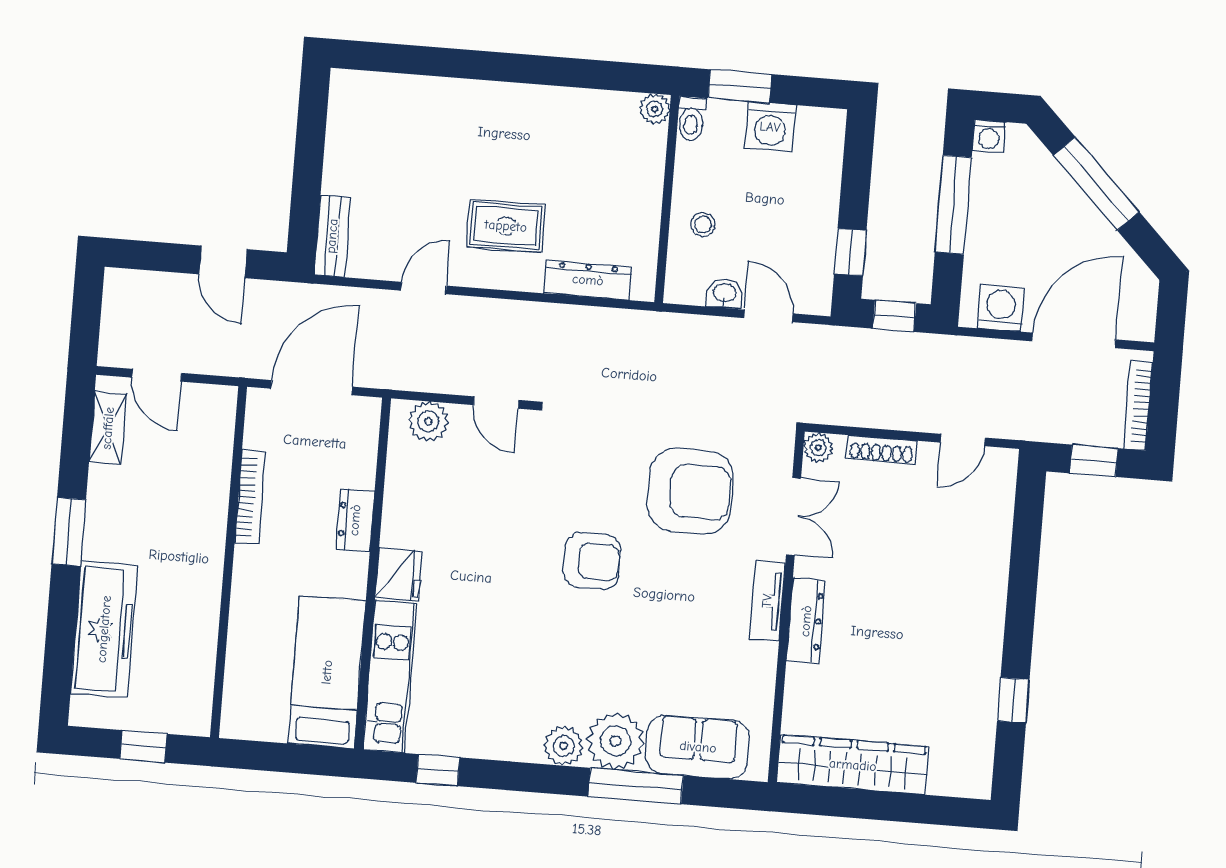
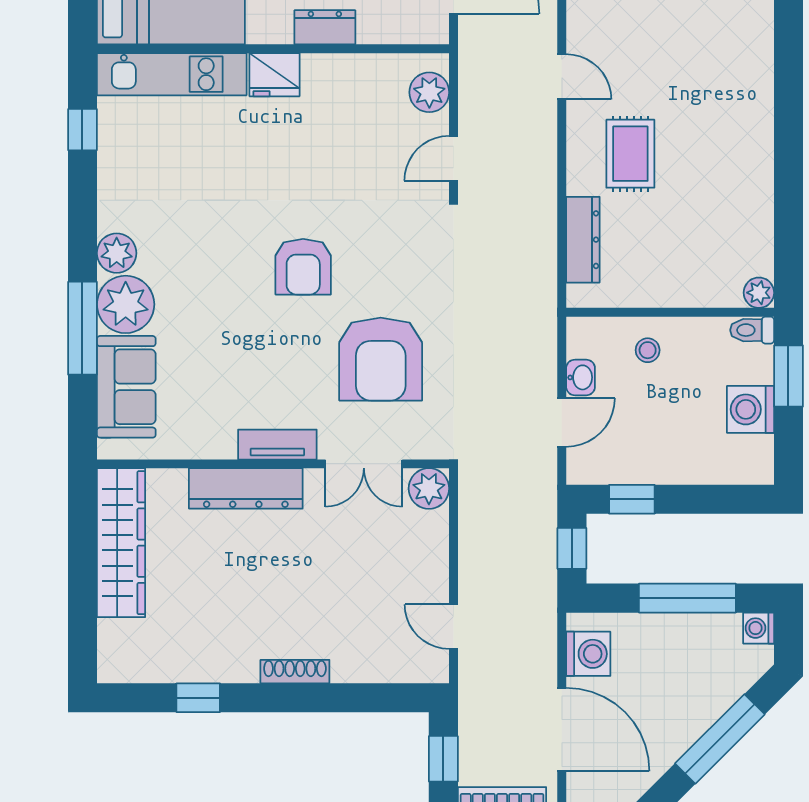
plant: (818, 448) -> (429, 488), width x1.38, depth x1.38
shoe rack: (881, 450) -> (295, 672), moved, turned 90
dresser: (806, 621) -> (246, 488), width x1.37, depth x1.24

